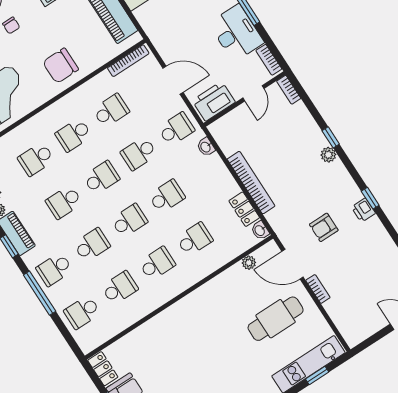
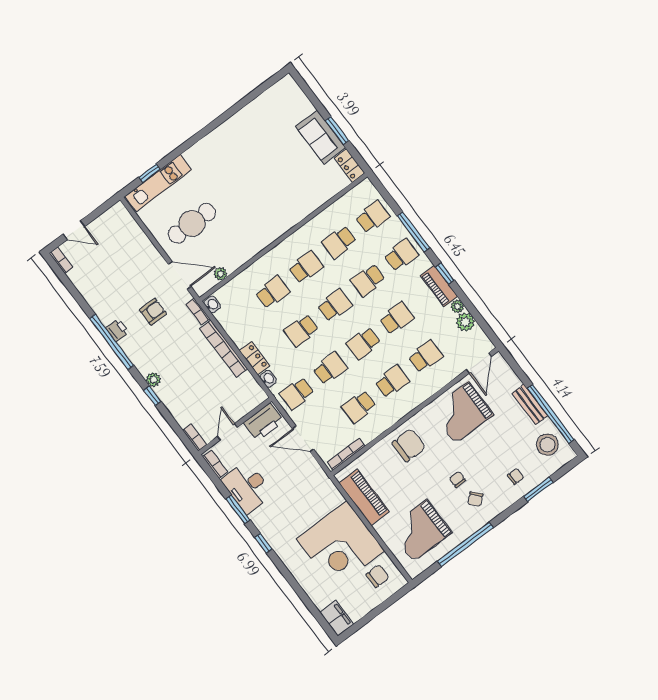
window: (370, 198) -> (112, 342), width x3.17
locker: (244, 209) -> (255, 358), moved
school desk: (129, 221) -> (335, 305), turned 180
school desk: (195, 239) -> (273, 292), turned 180
school desk: (157, 264) -> (306, 267), turned 180
bookcase: (318, 289) -> (198, 311), moved

